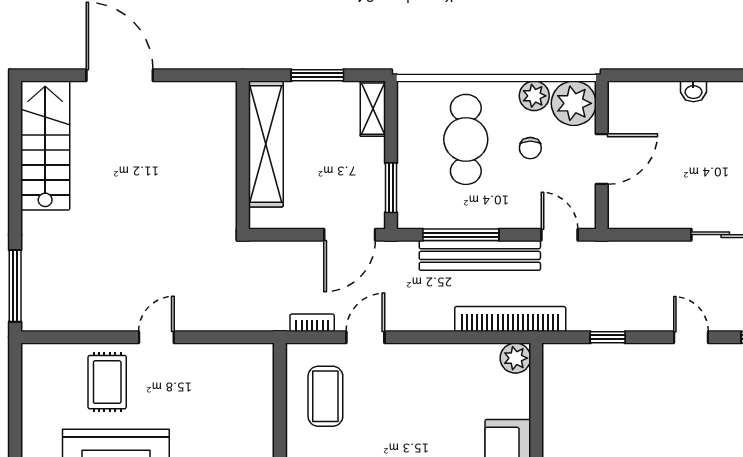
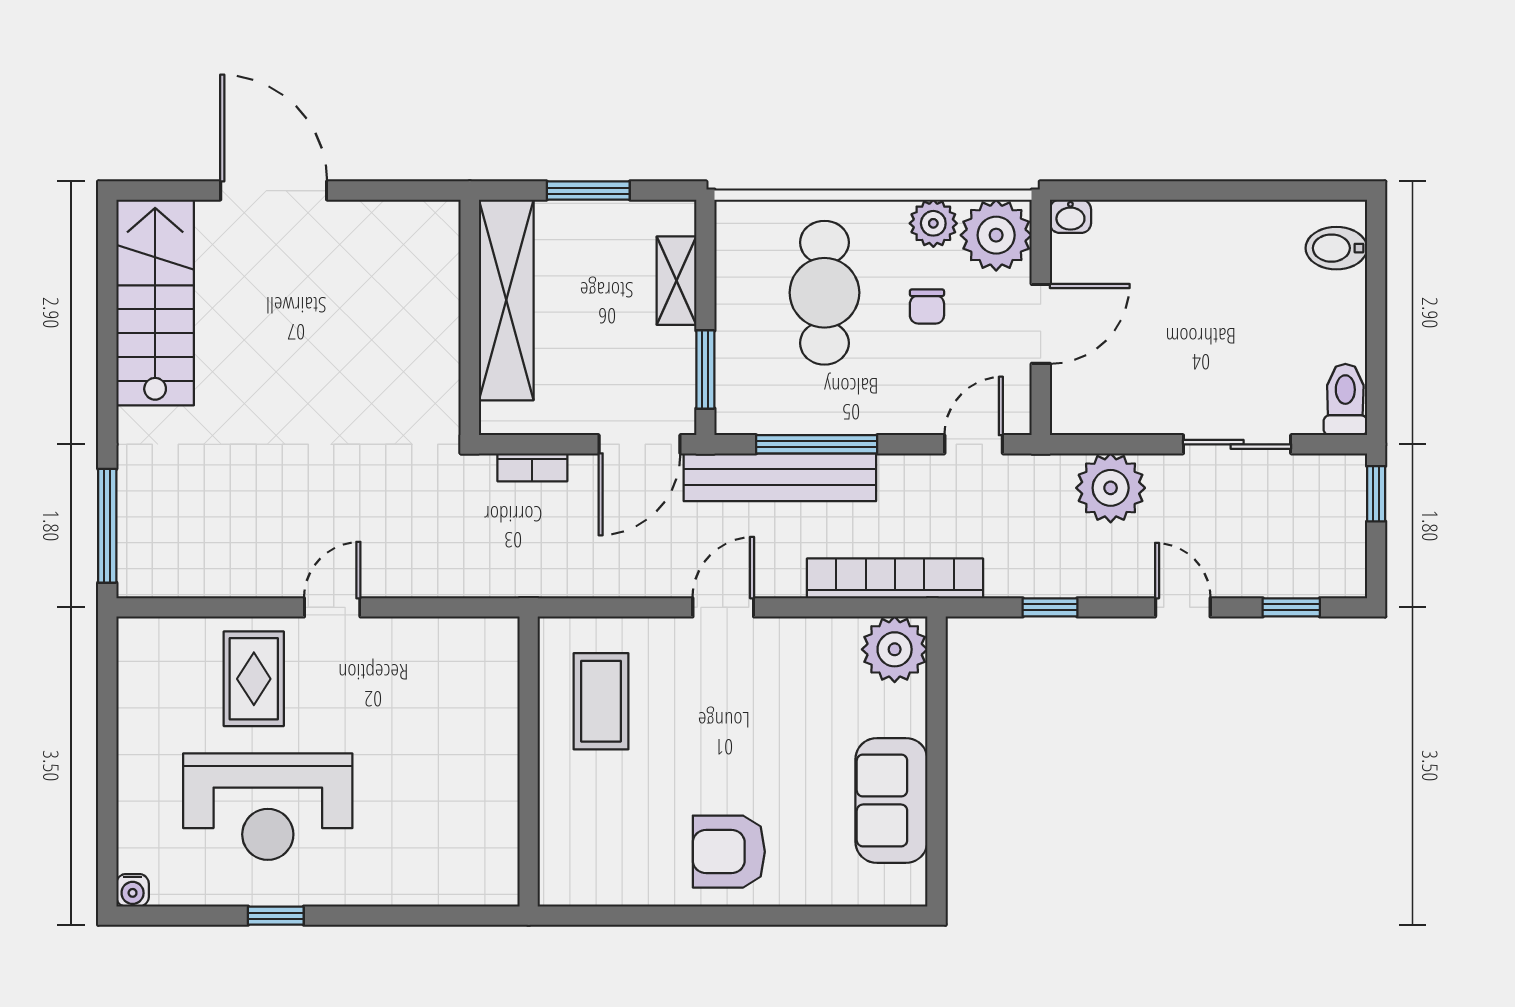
washbasin: (693, 91) -> (1070, 216), moved
shelving: (373, 109) -> (676, 281), moved
door: (560, 235) -> (974, 444), hinge flipped
bench: (480, 255) -> (780, 477), moved
plant: (646, 262) -> (1111, 488), added
bookcase: (312, 323) -> (532, 467), moved, turned 180
door: (365, 337) -> (723, 607), moved
plant: (515, 358) -> (895, 649), width x1.36, depth x1.36

